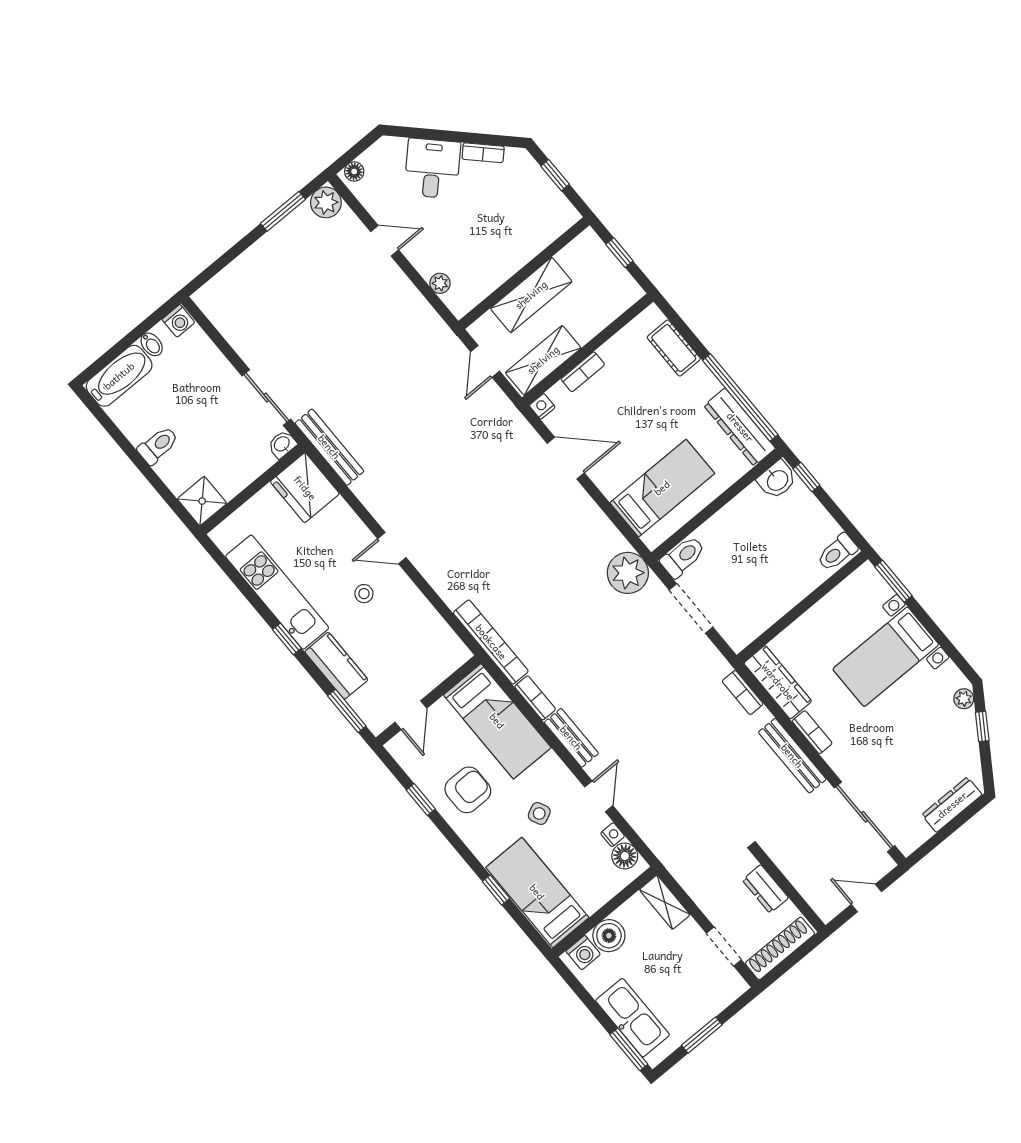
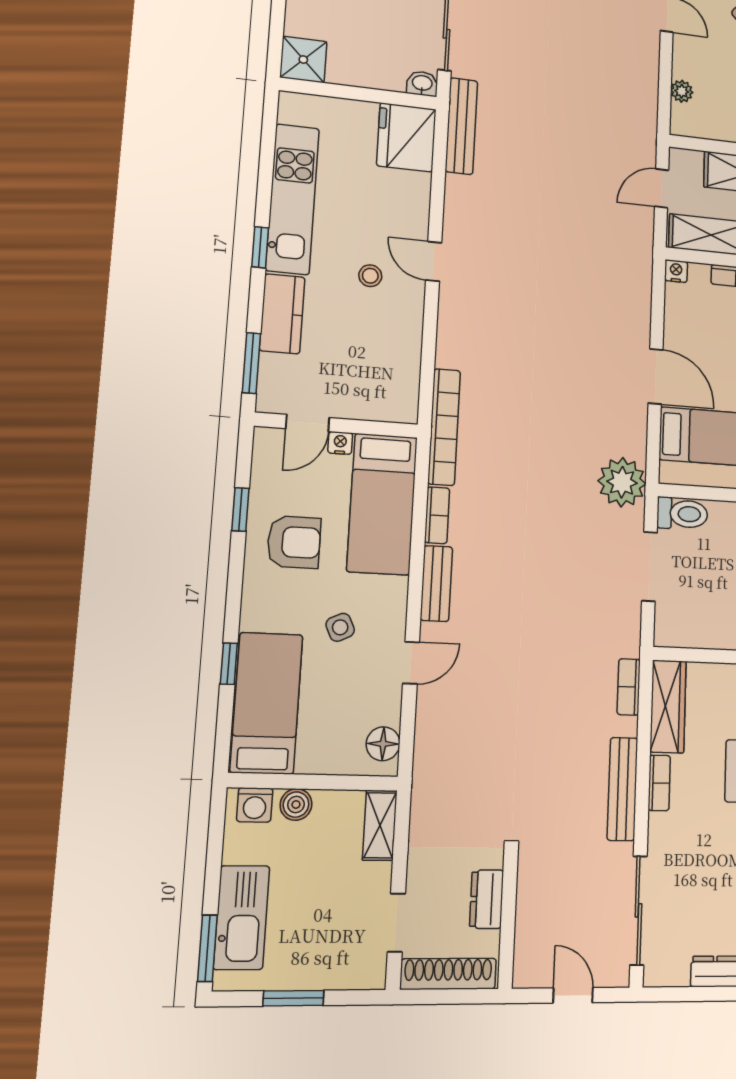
door: (566, 458) -> (656, 376), moved
nightstand: (613, 835) -> (340, 443), moved, turned -90
boiler: (609, 936) -> (296, 805), width x0.73, depth x0.73

